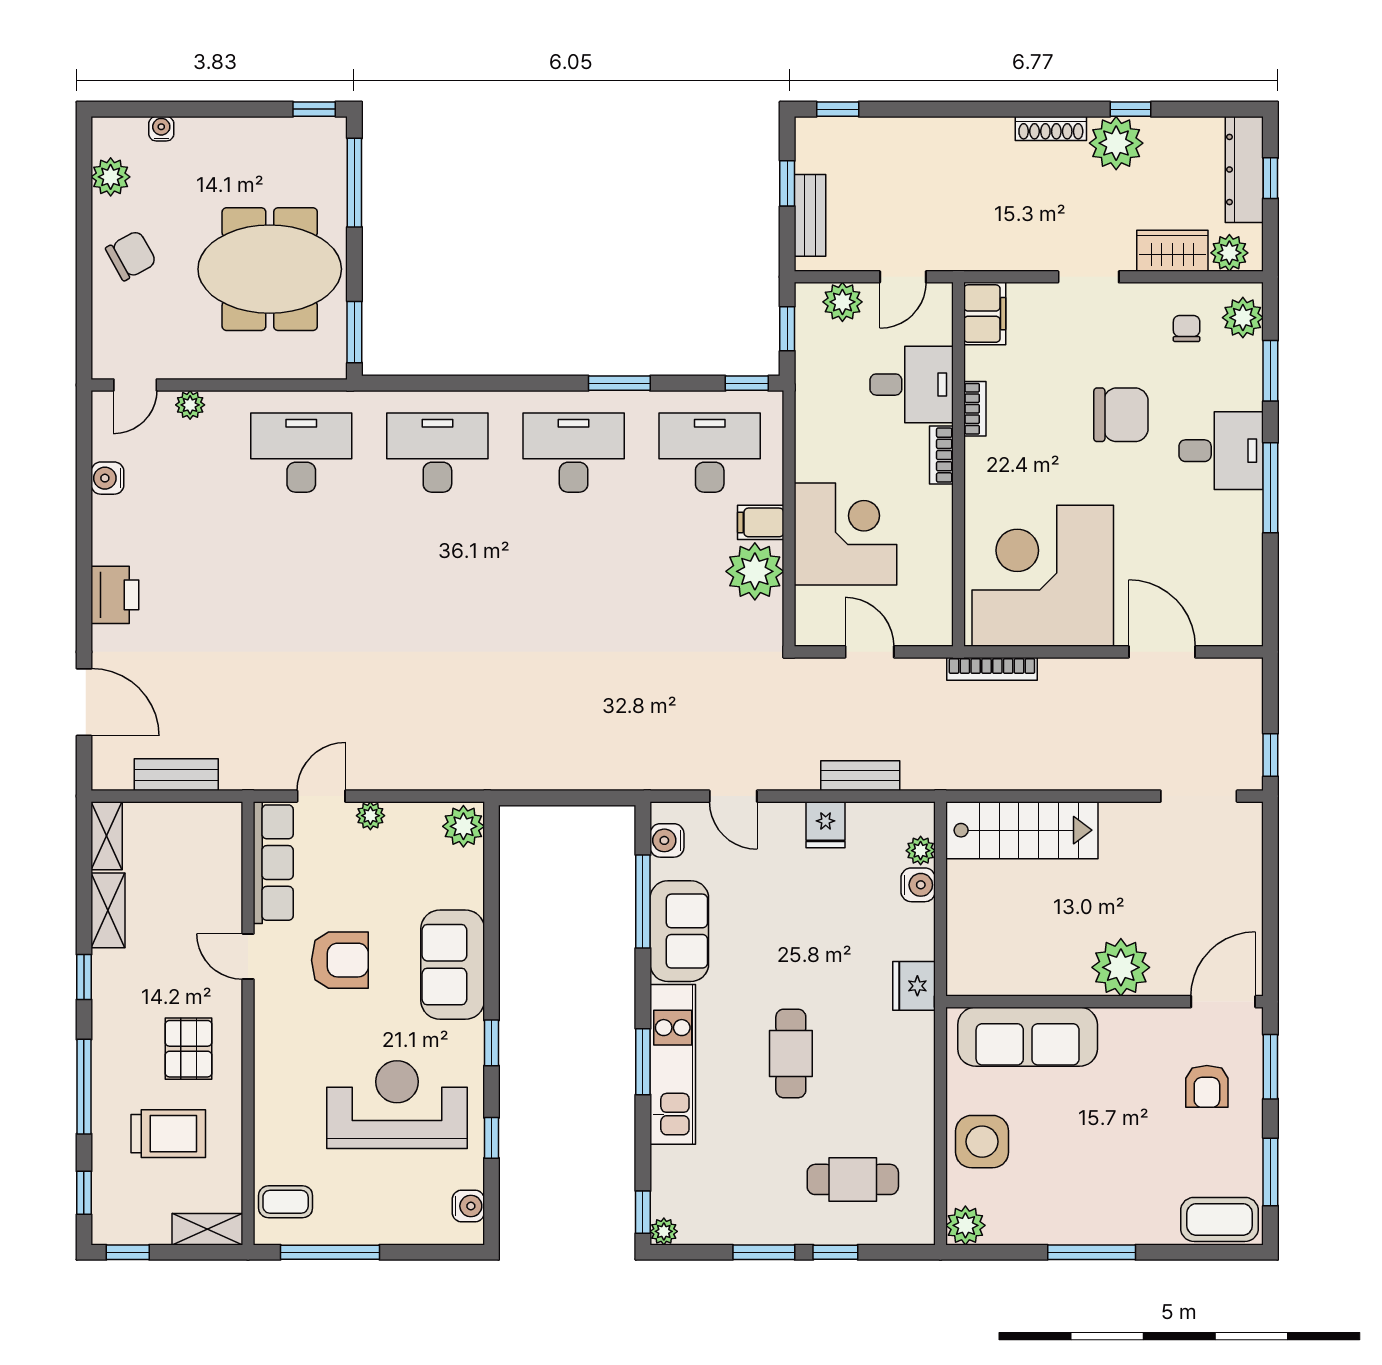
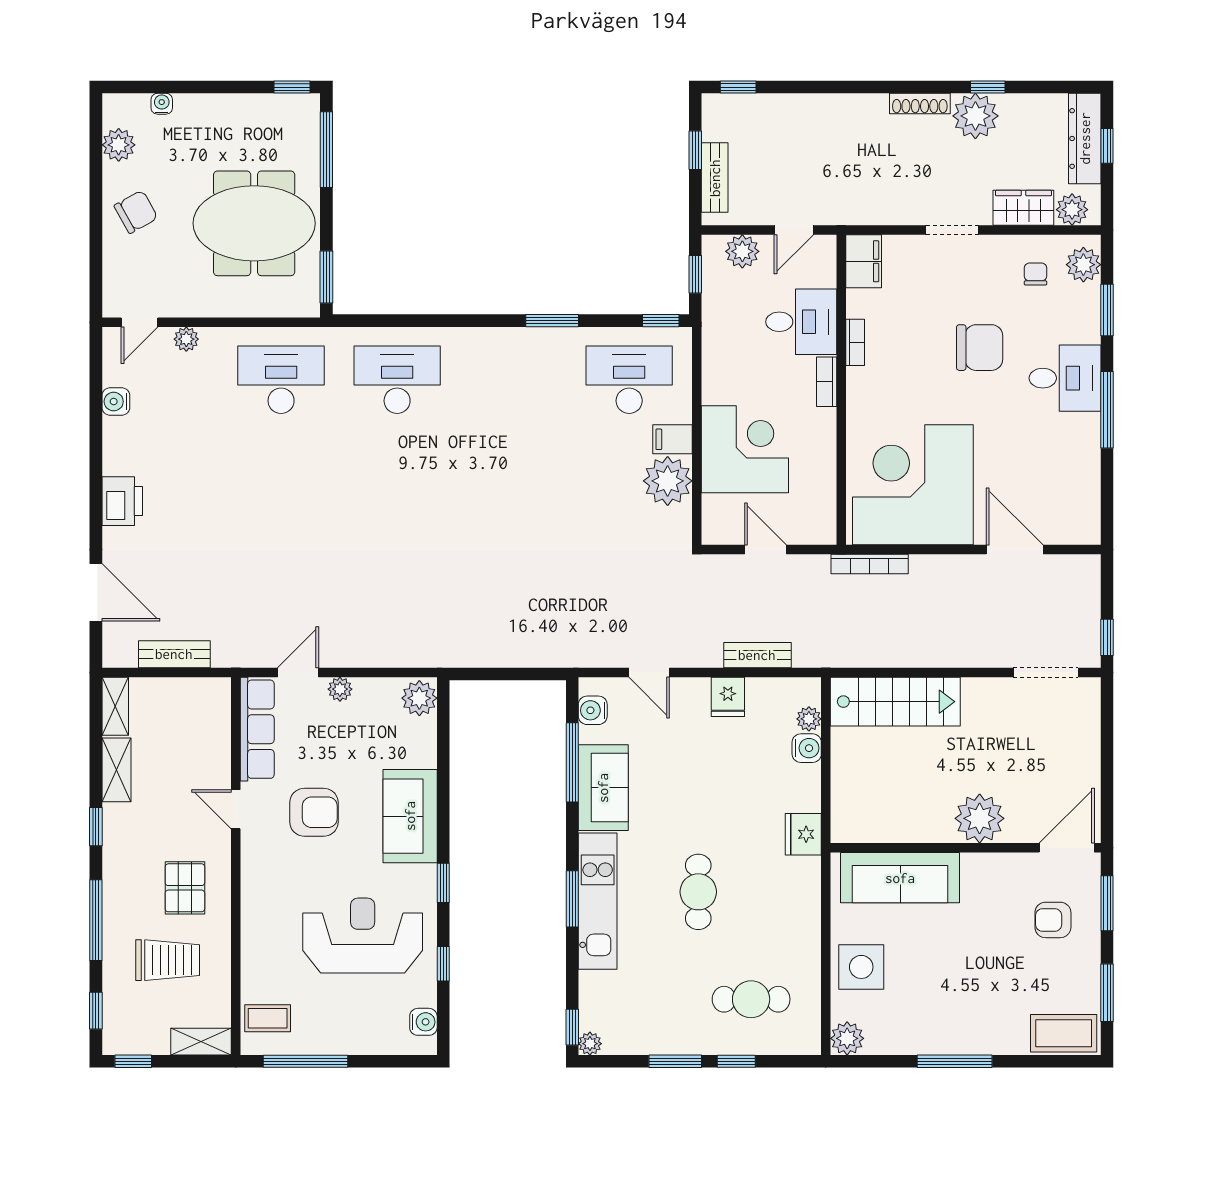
desk: (574, 453) -> (513, 380), removed
armchair: (1207, 1086) -> (1053, 920), turned 90

